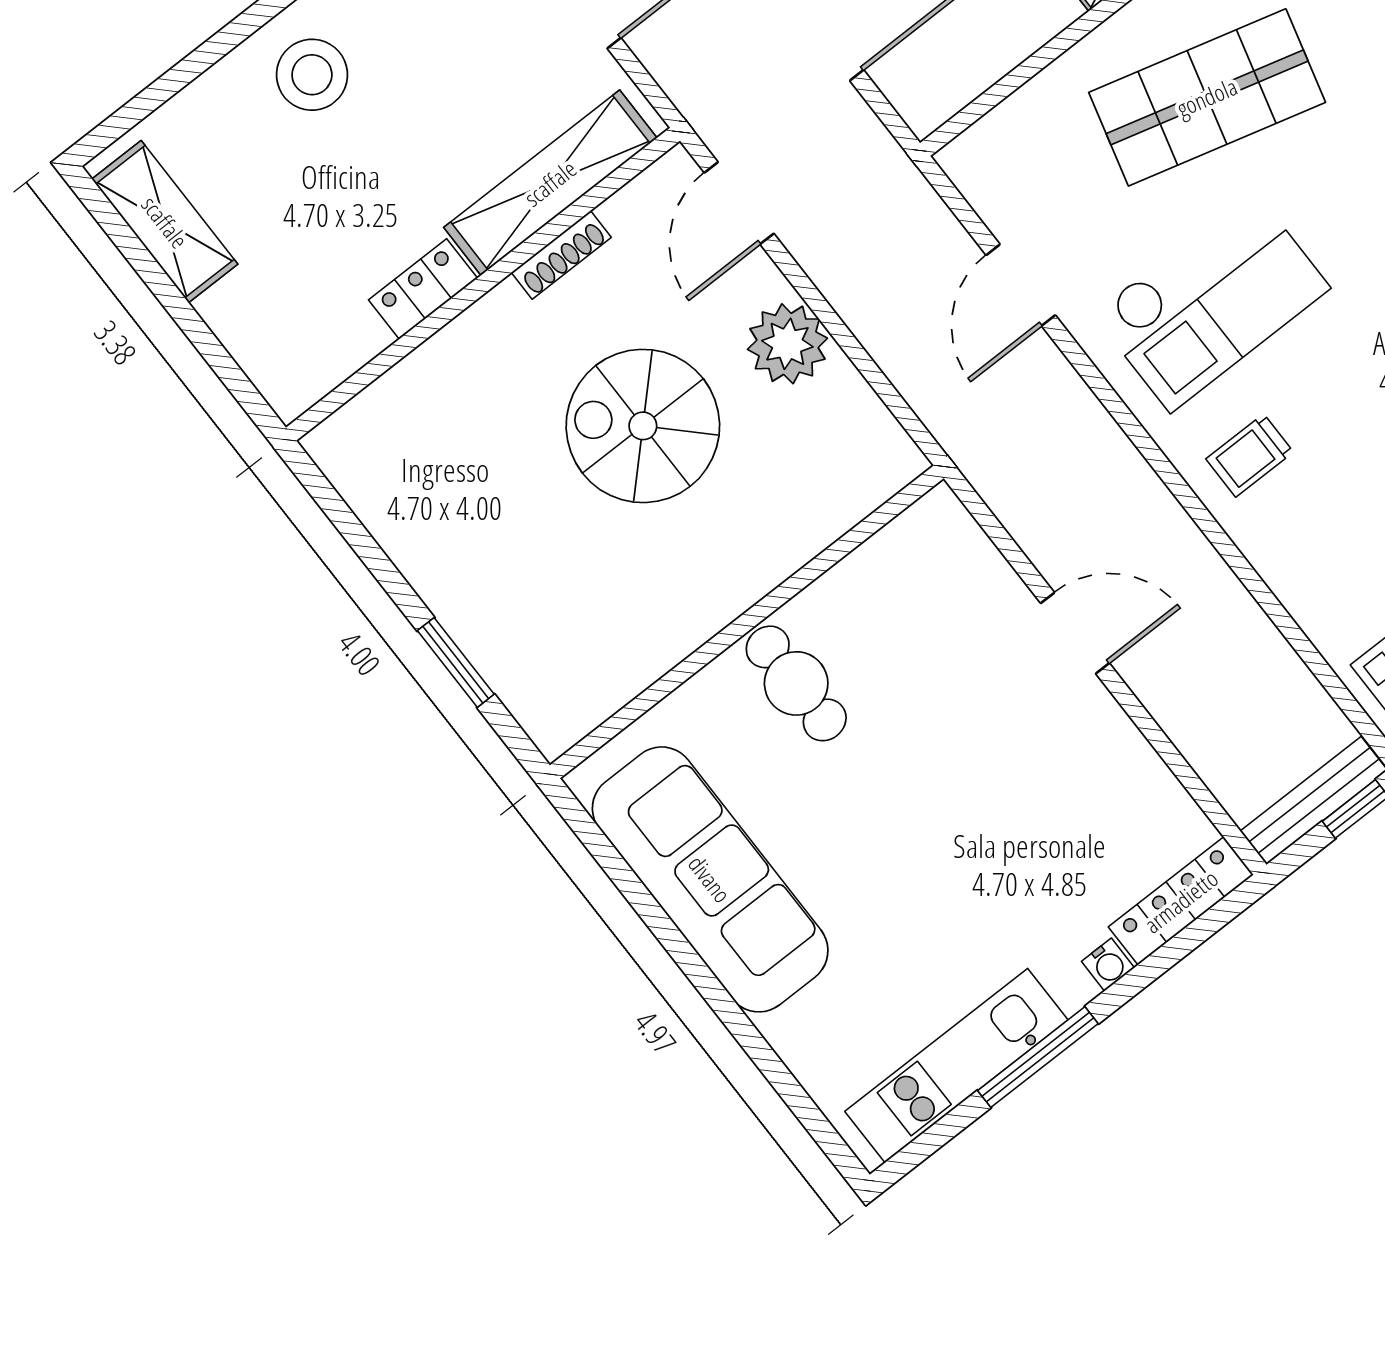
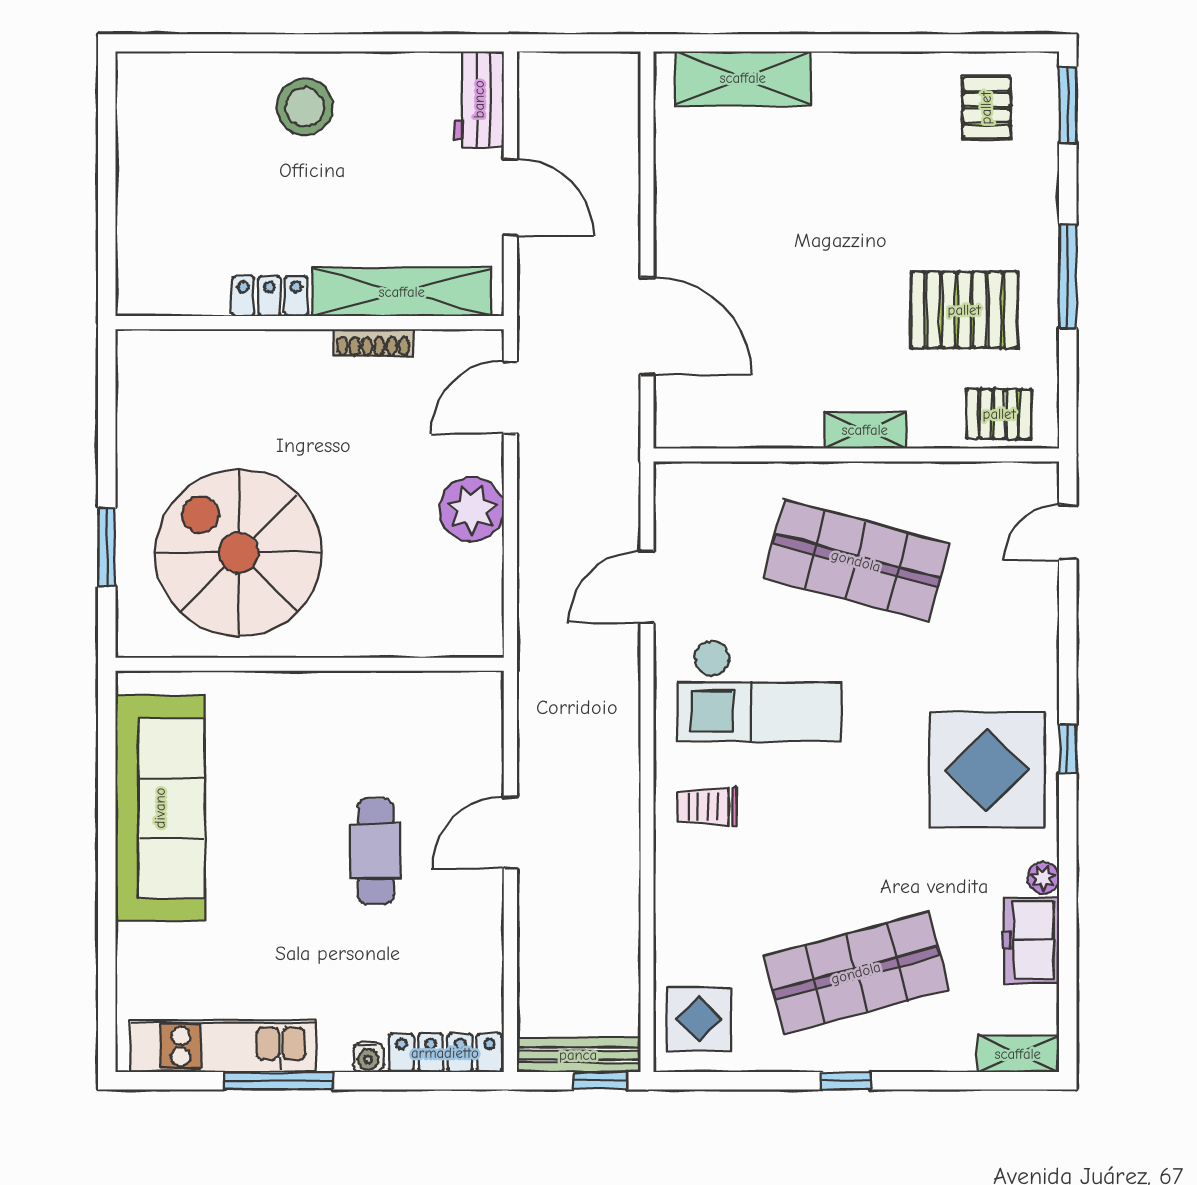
shelving: (165, 222) -> (140, 127), removed
spiral stairs: (643, 426) -> (239, 553), moved, width x1.37, depth x1.37
door: (1075, 633) -> (510, 833), swing flipped
cafe table: (796, 683) -> (376, 851), moved

